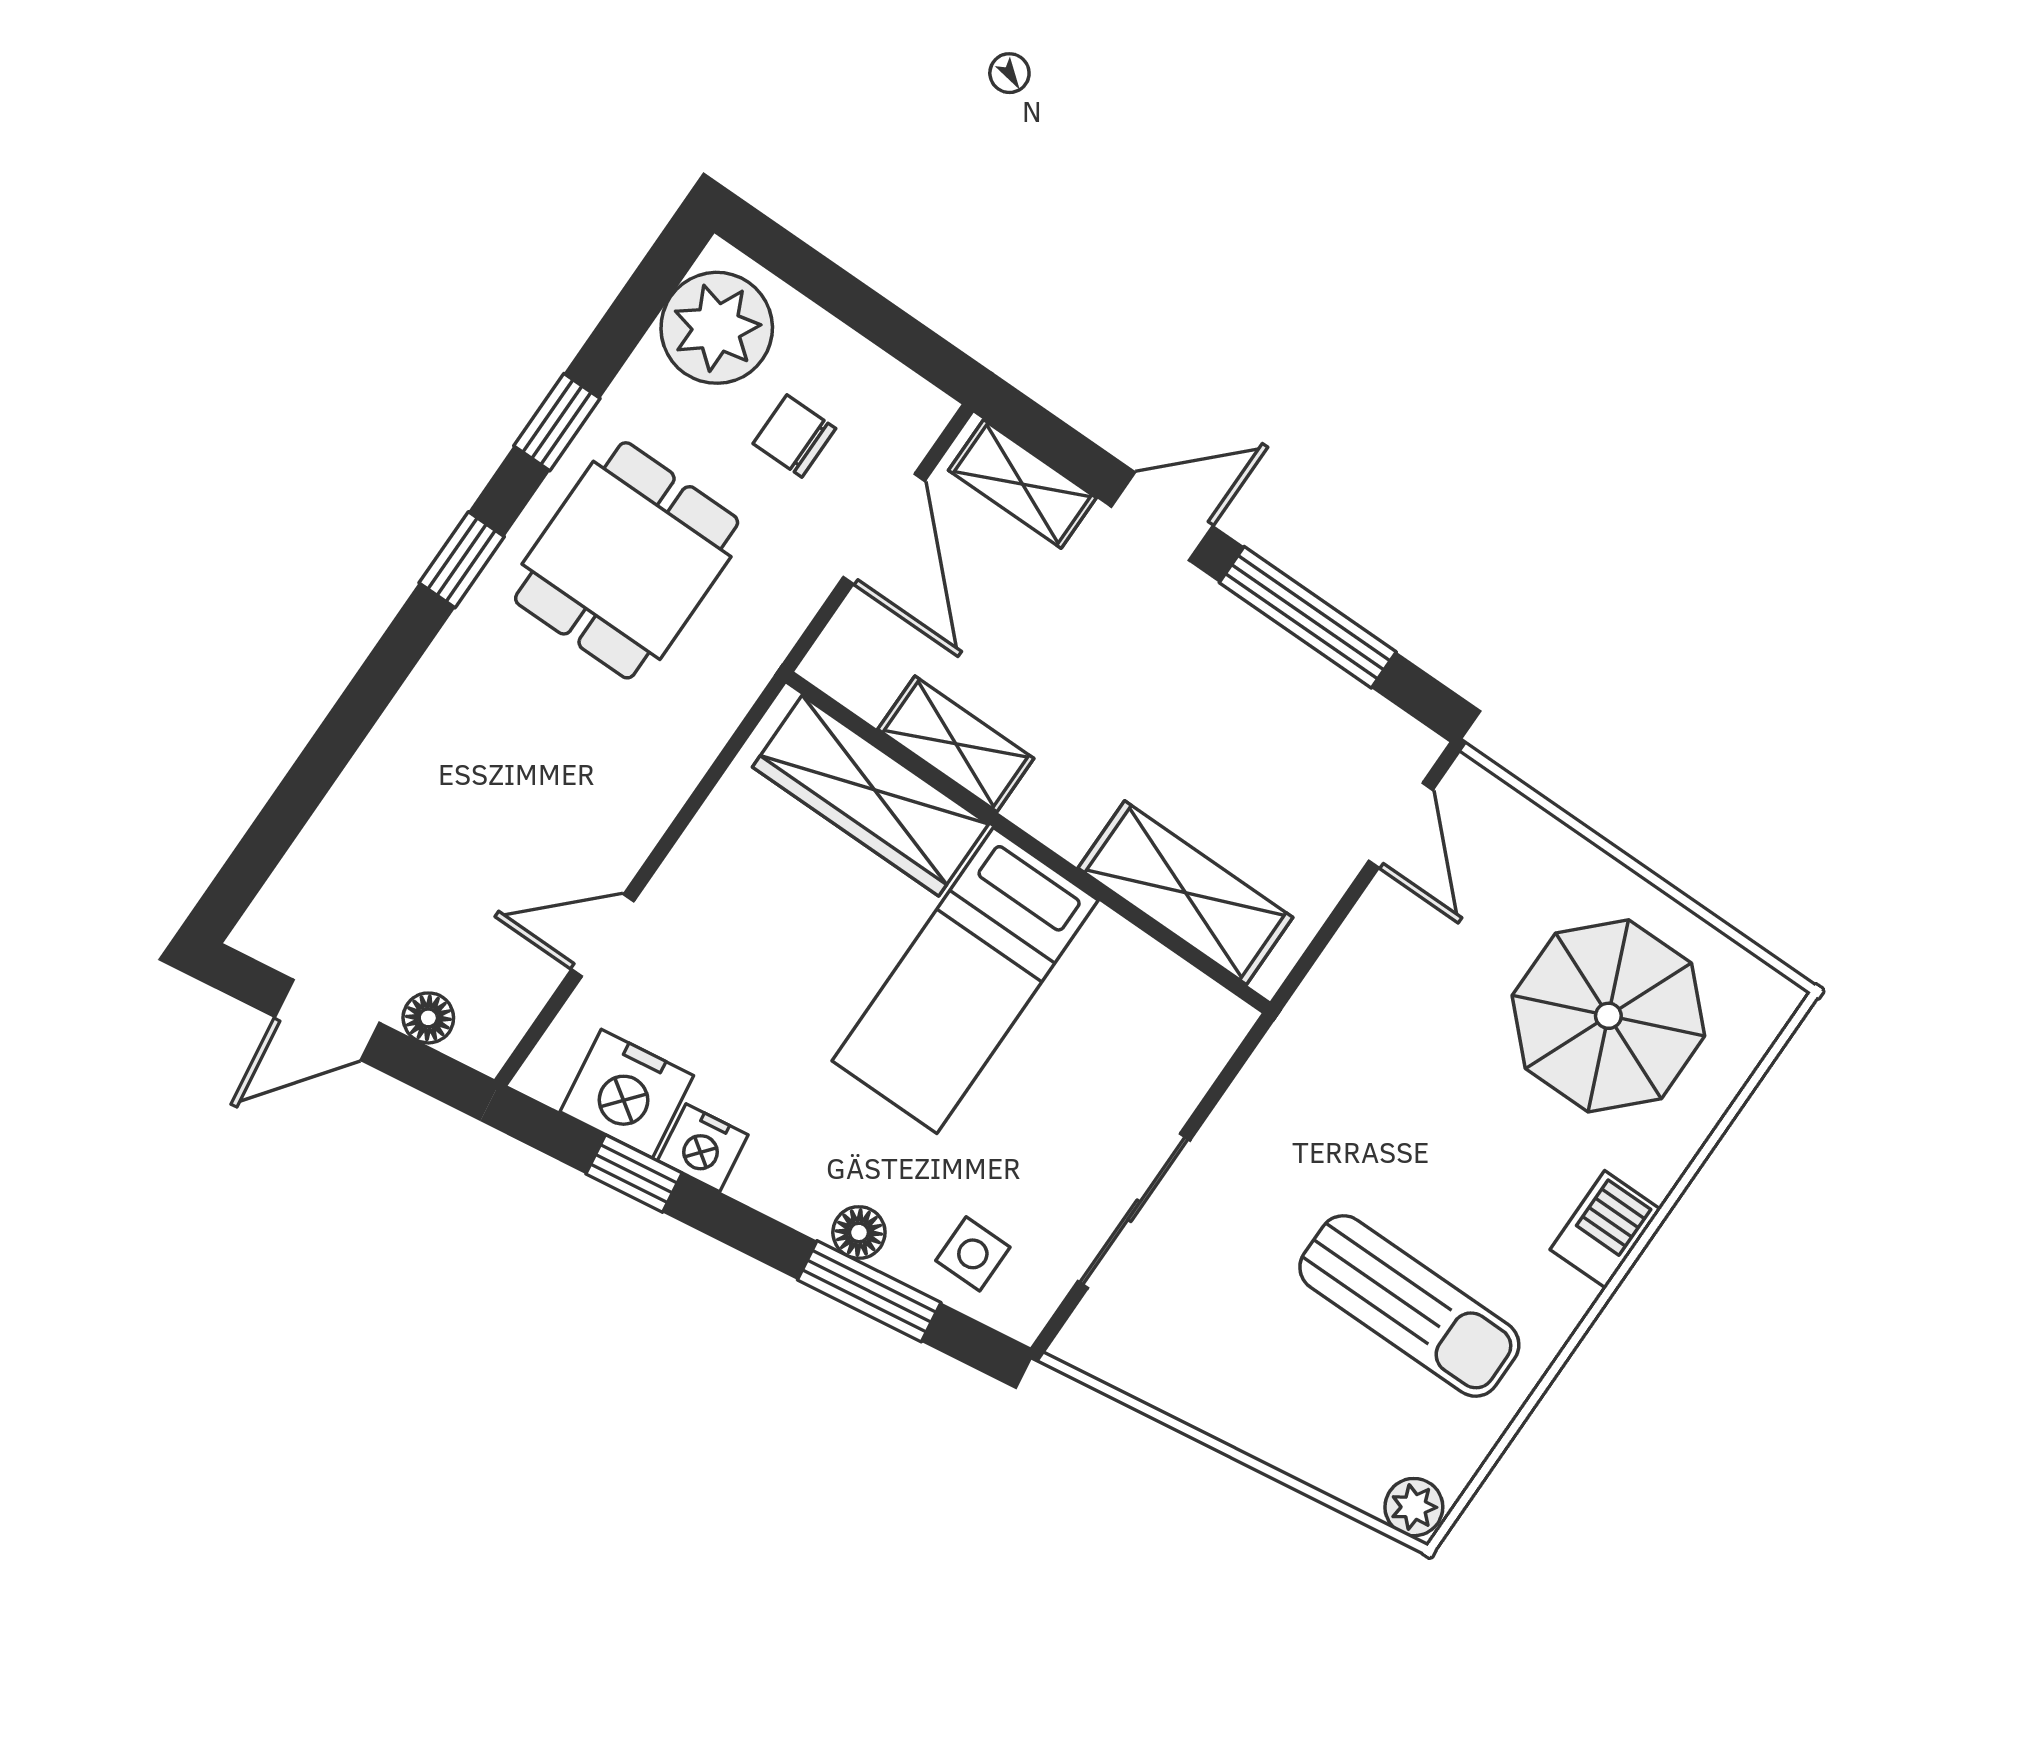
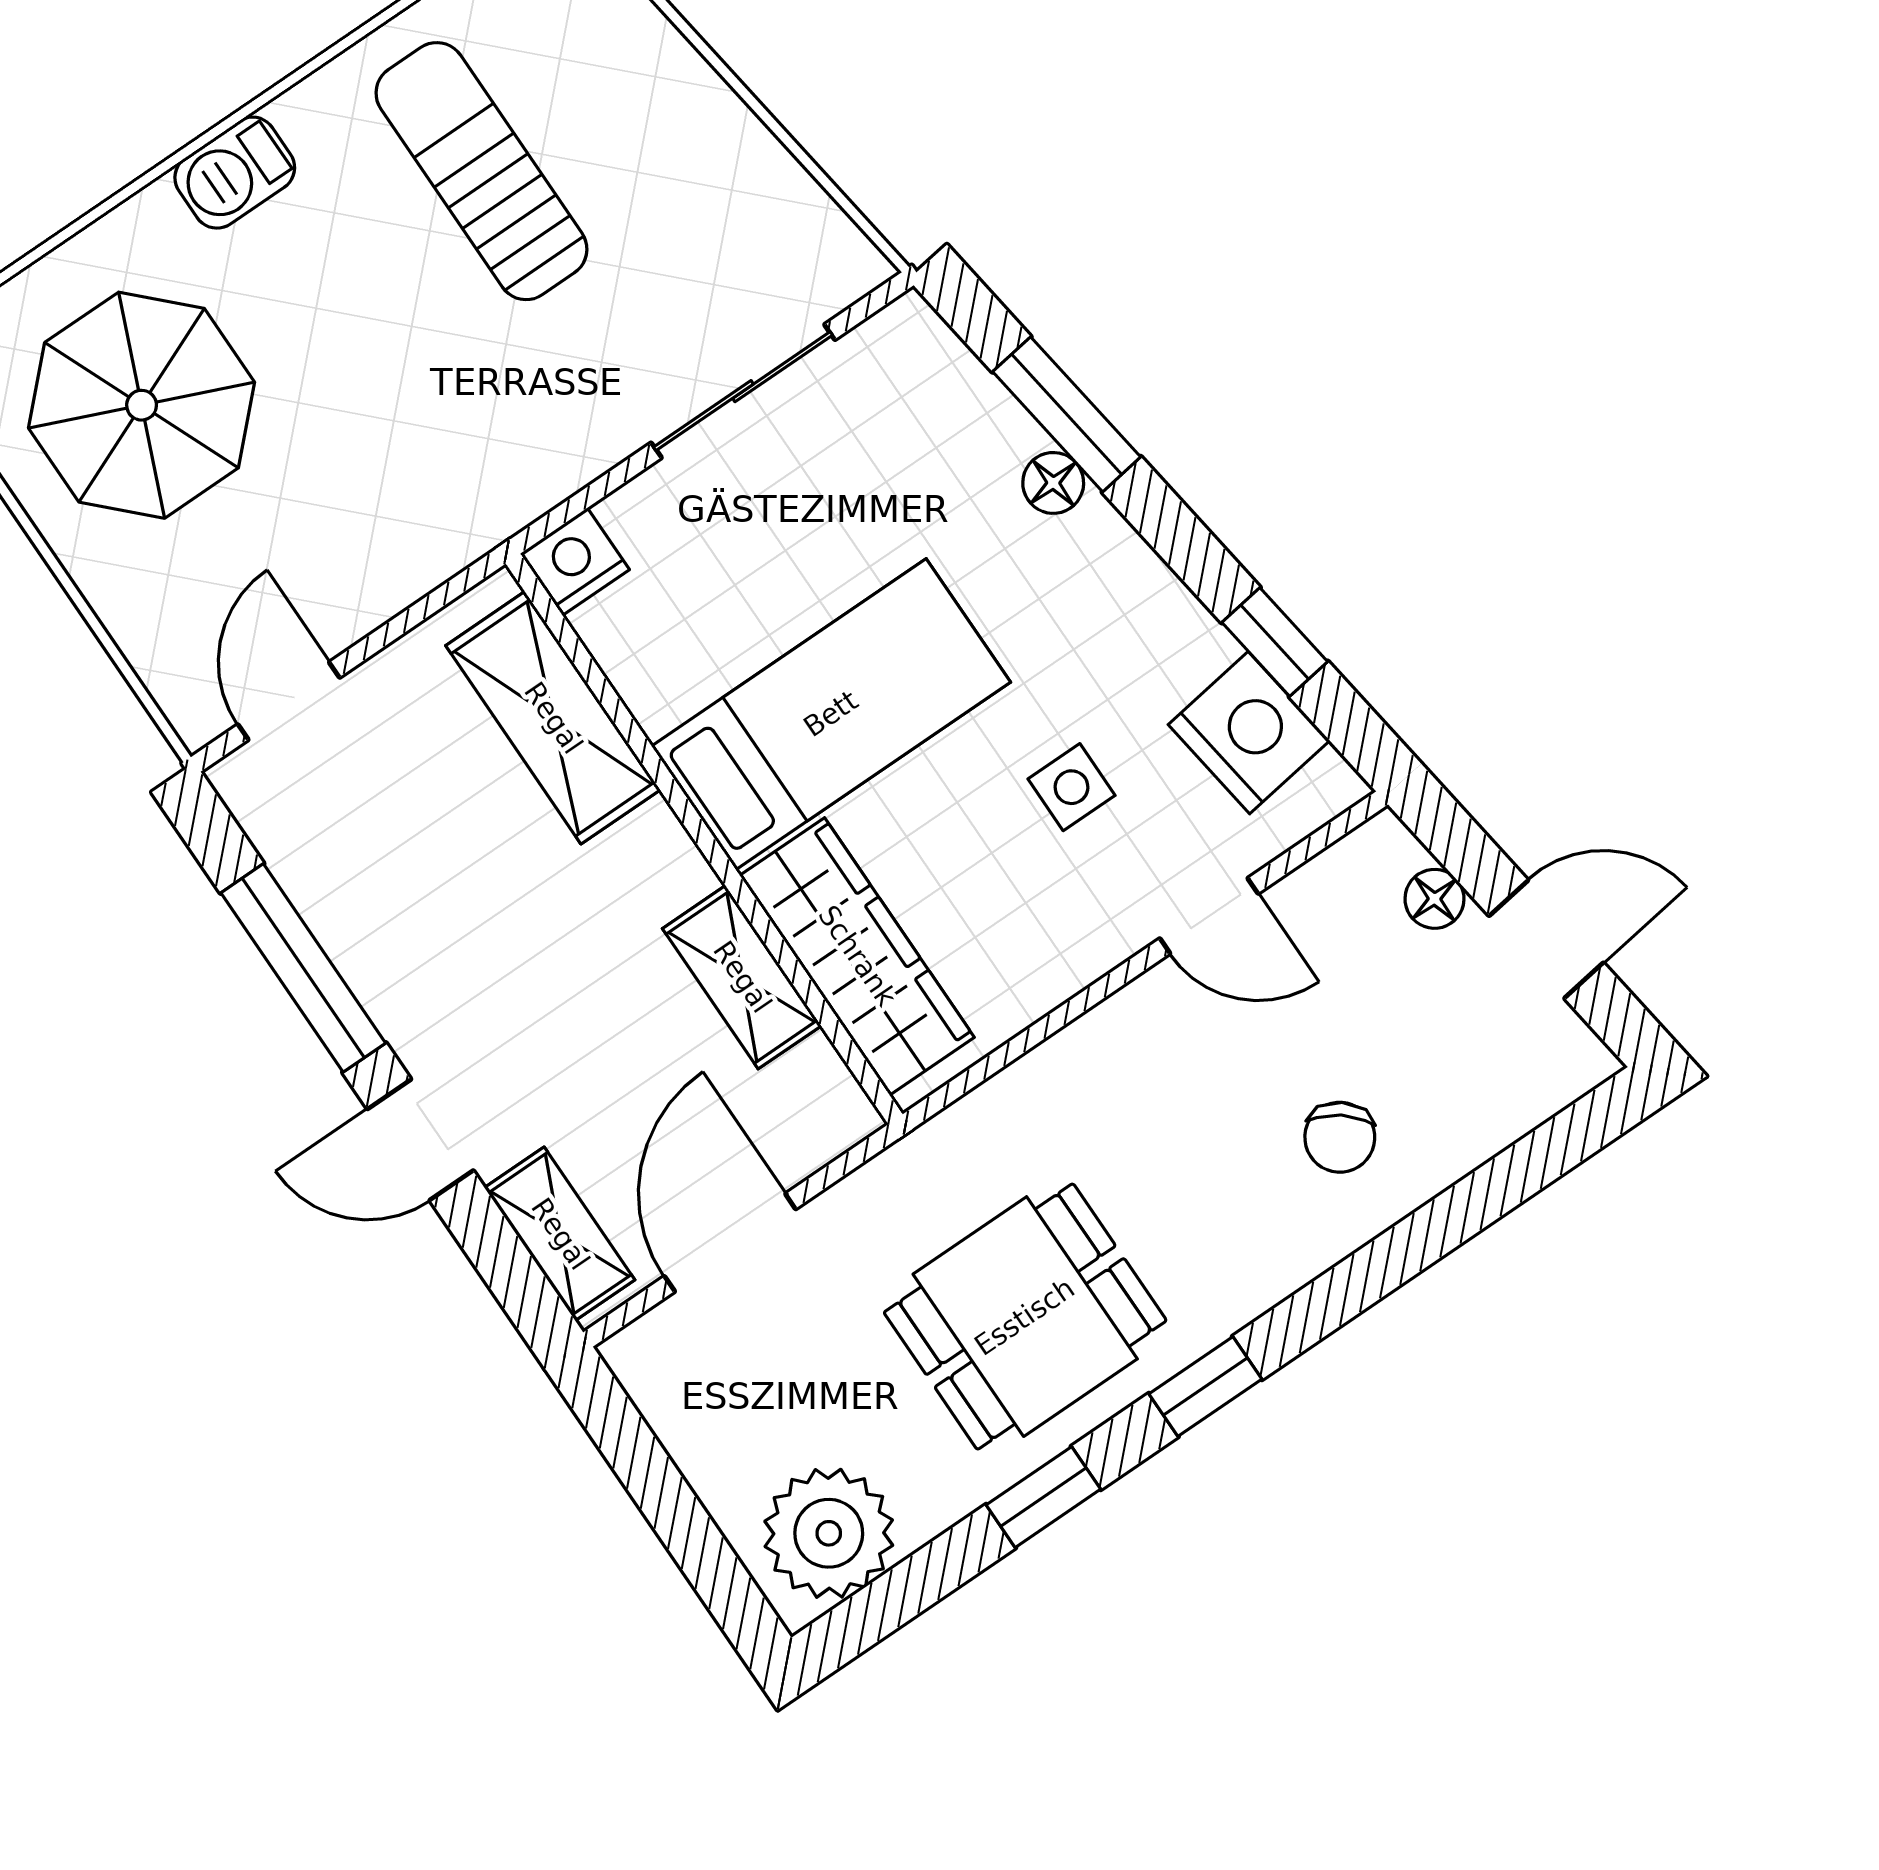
chair: (794, 436) -> (1340, 1137), moved, turned 38
nightstand: (703, 1148) -> (575, 562), moved, turned -82
side table: (973, 1254) -> (1071, 787), moved

